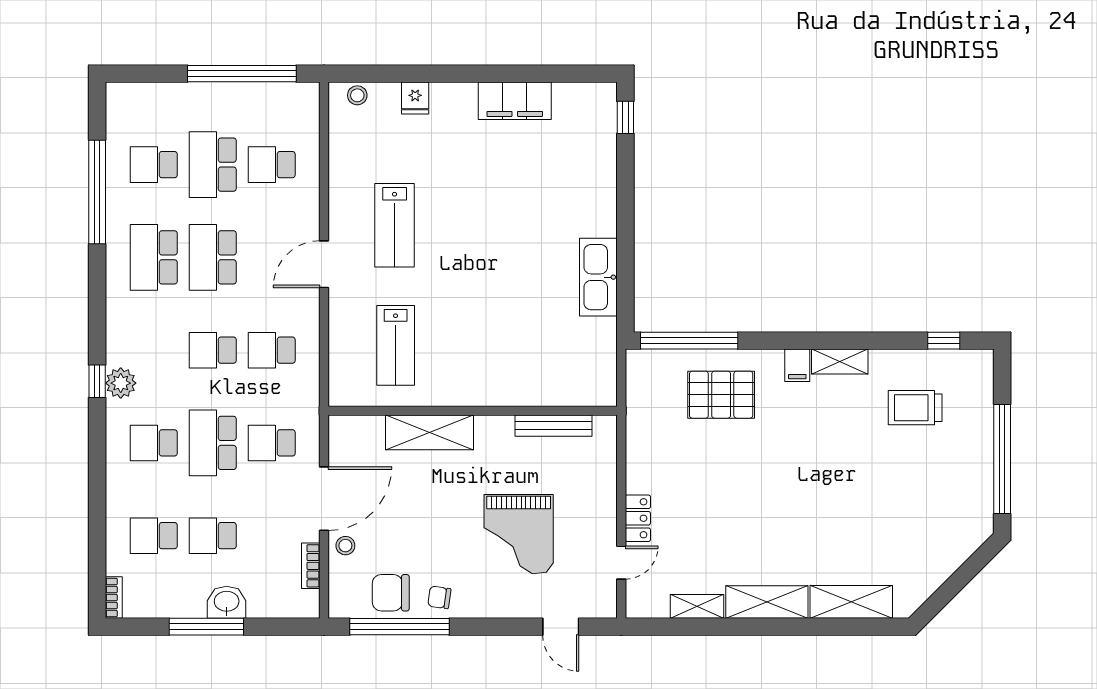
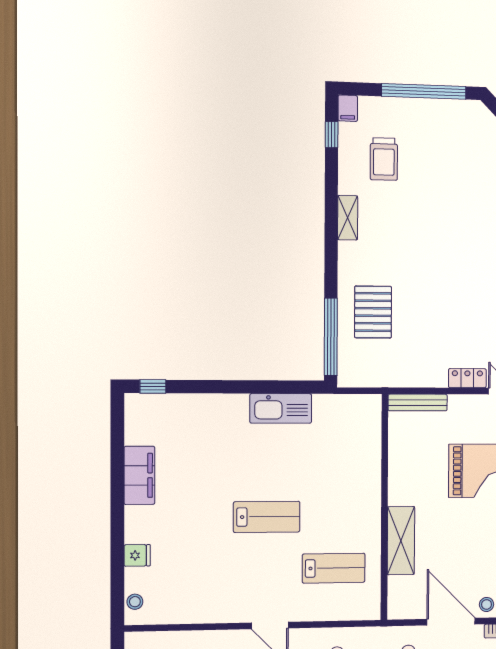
lab bench: (395, 225) -> (267, 517), moved
filing cabinet: (797, 365) -> (348, 108), moved, turned 90
bench: (553, 426) -> (418, 403), moved, turned 90

